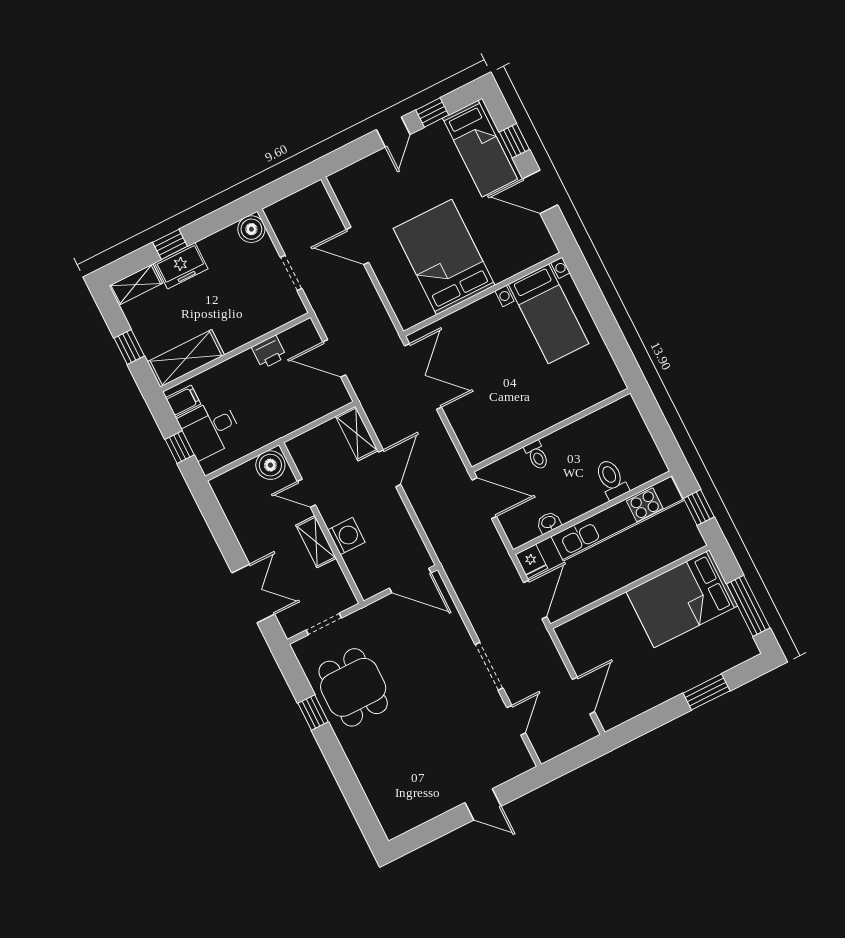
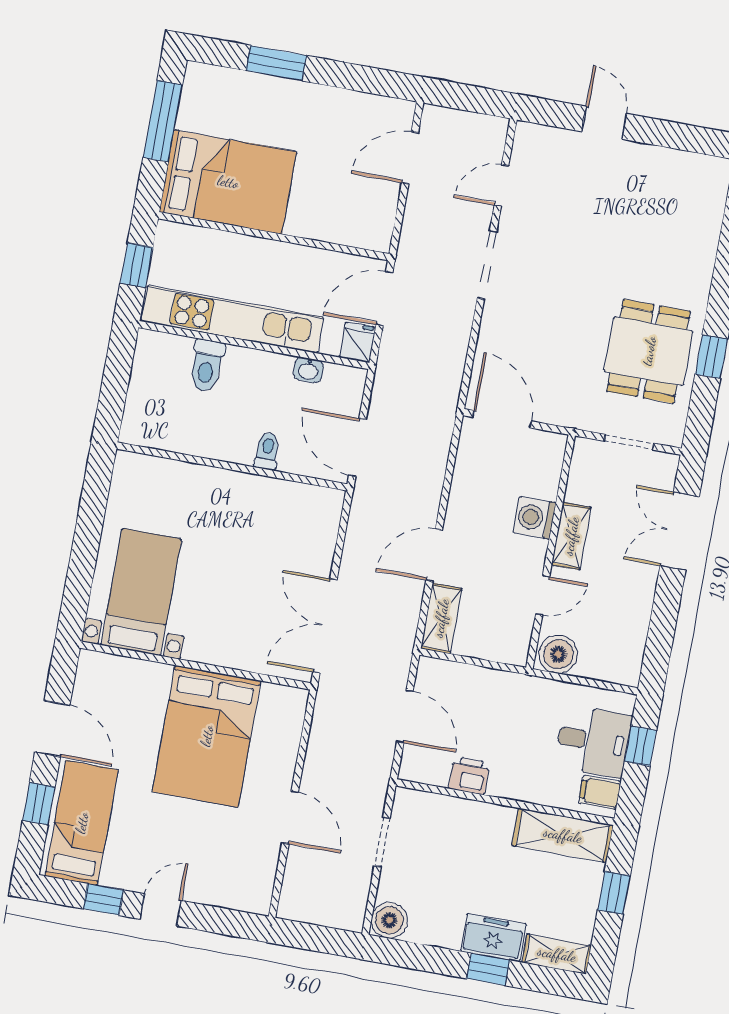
door: (306, 493) -> (543, 595), hinge flipped

